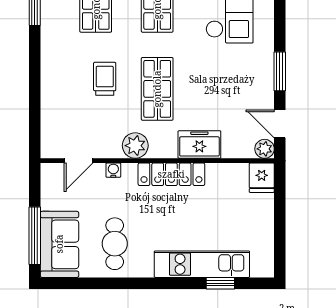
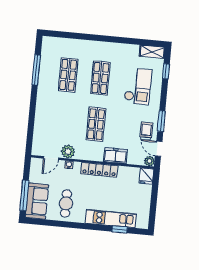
trolley: (105, 79) -> (146, 131), moved
plant: (135, 146) -> (68, 152), moved

